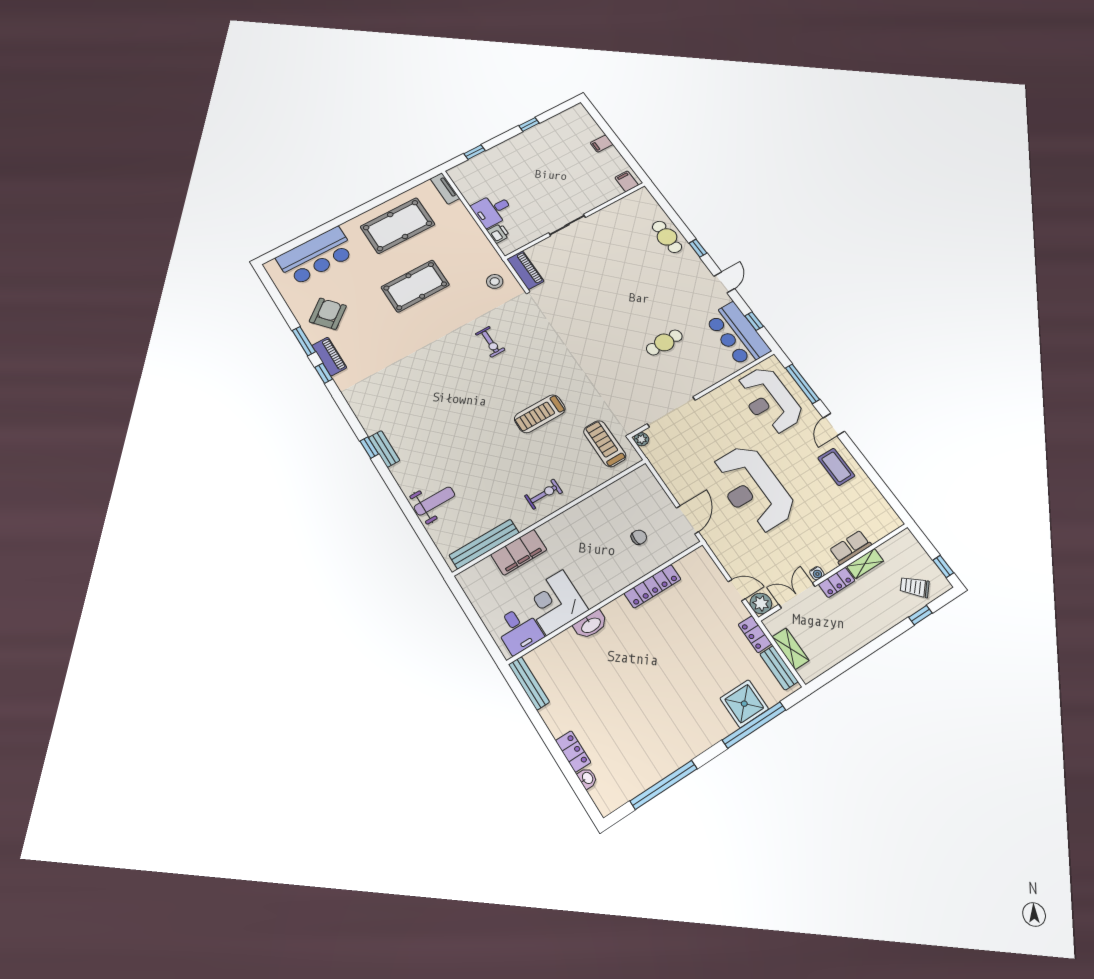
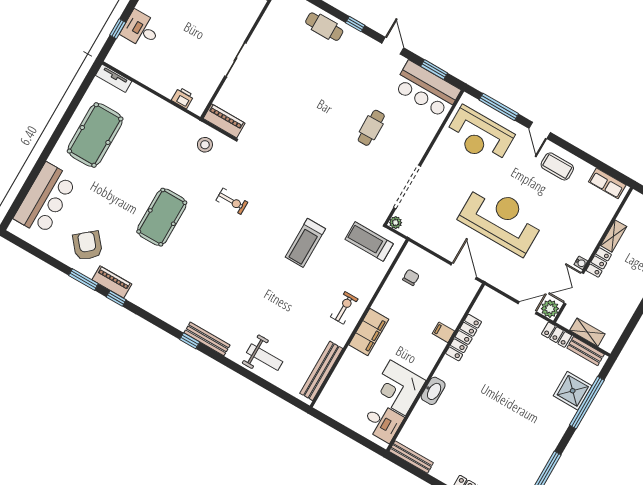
desk: (492, 210) -> (141, 29), moved, turned 90
pool table: (415, 286) -> (162, 217), moved
window: (754, 321) -> (434, 70), width x1.50
bench: (384, 449) -> (207, 339), width x1.36
reception desk: (753, 489) -> (501, 219), turned 180
weight bench: (434, 501) -> (265, 357), turned 90
chair: (639, 537) -> (411, 277), moved
row of seats: (850, 547) -> (607, 183), moved, turned -90
filing cabinet: (519, 552) -> (369, 332), moved
filing cabinet: (634, 570) -> (443, 332), added

